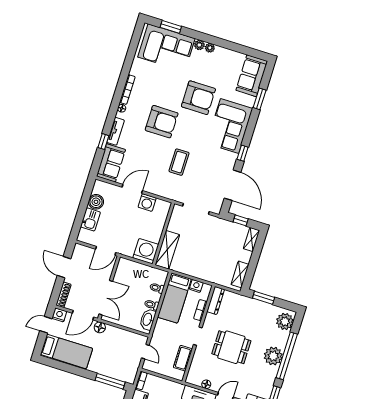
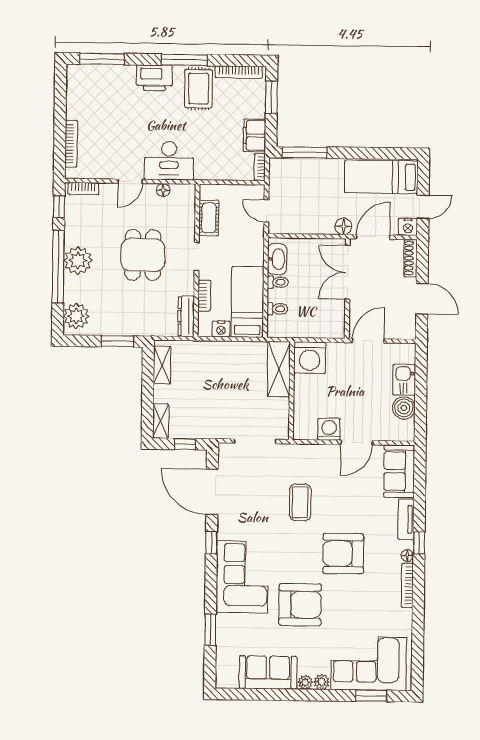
sofa: (252, 76) -> (268, 672), moved, turned -90
armchair: (198, 98) -> (300, 605), turned 180
window: (103, 142) -> (419, 543), moved
dining table: (231, 347) -> (143, 255), turned 90

